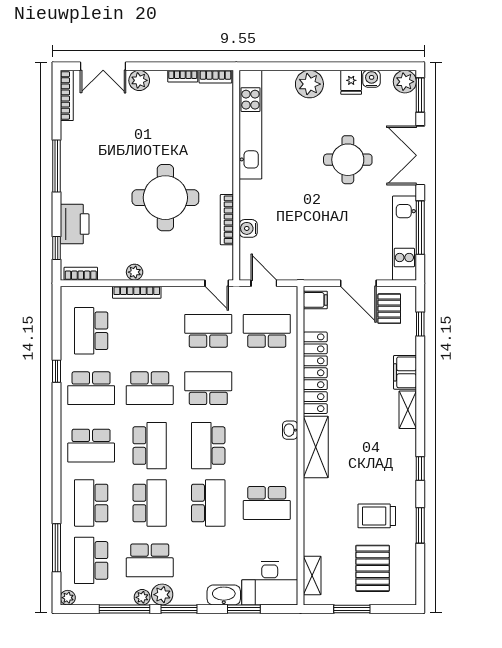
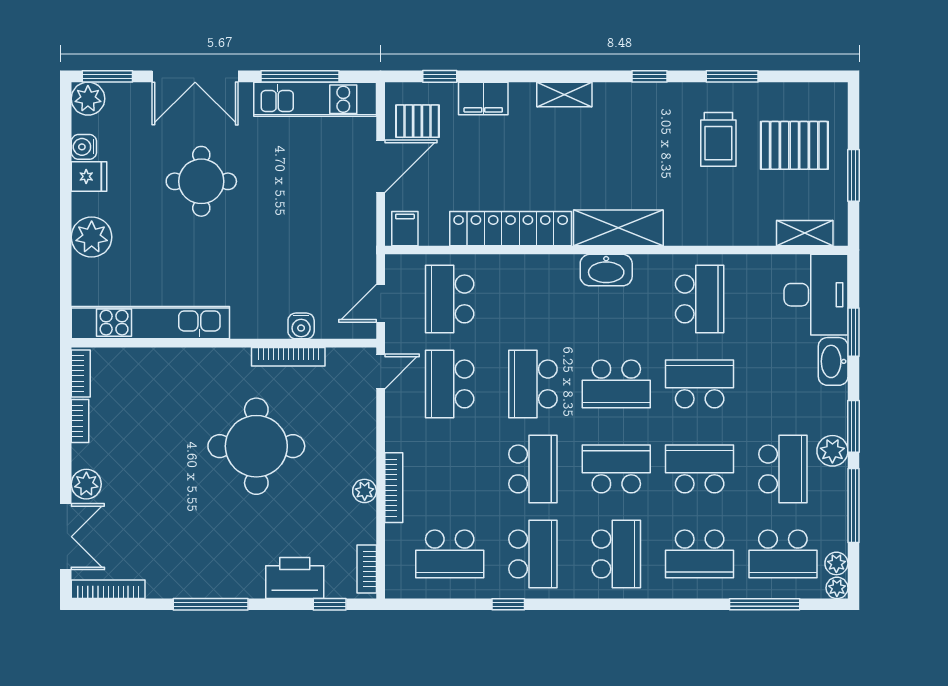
filing cabinet: (405, 372) -> (483, 98), moved
washbasin: (290, 430) -> (606, 270), width x1.91, depth x1.45
plant: (142, 597) -> (836, 563), moved

